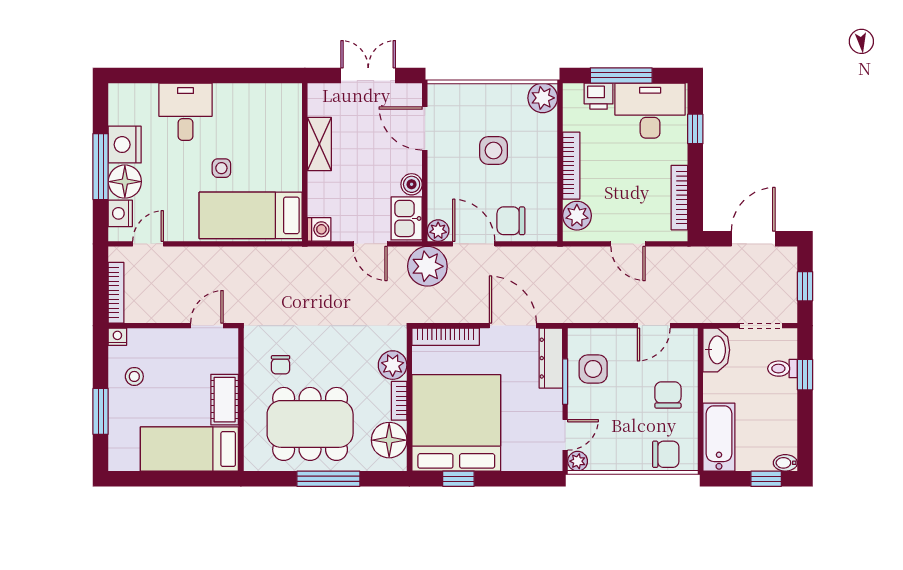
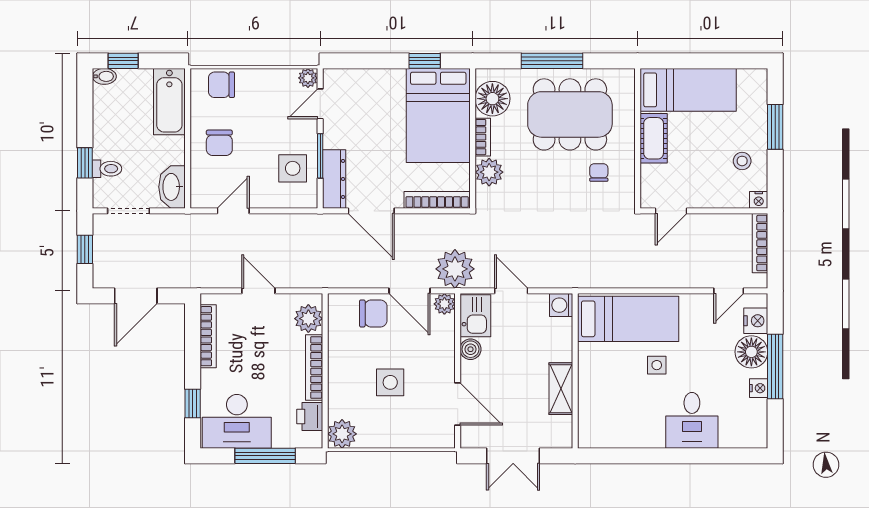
printer: (599, 96) -> (310, 416), moved, turned -90
nightstand: (125, 145) -> (759, 388), width x0.53, depth x0.56
bed: (456, 423) -> (438, 115), width x0.73

